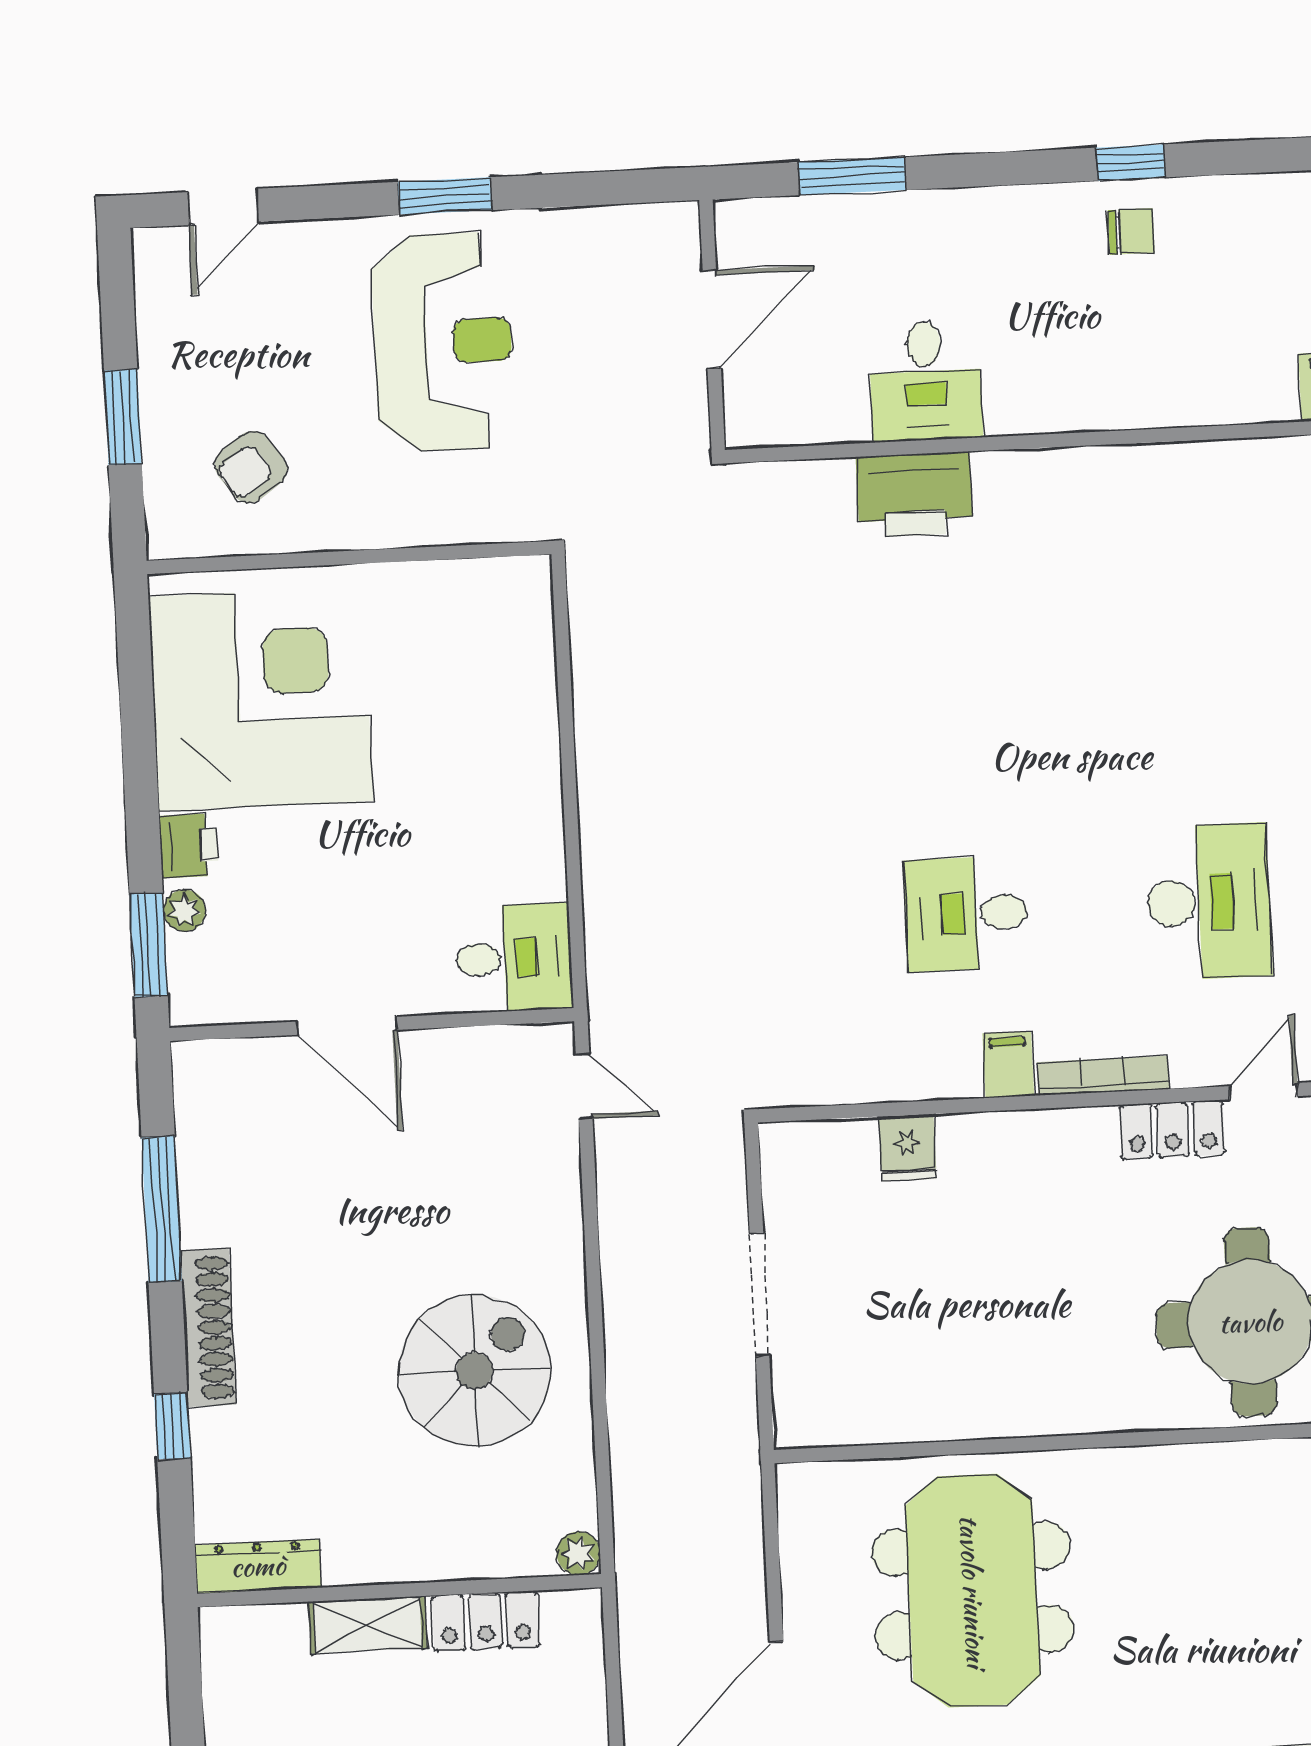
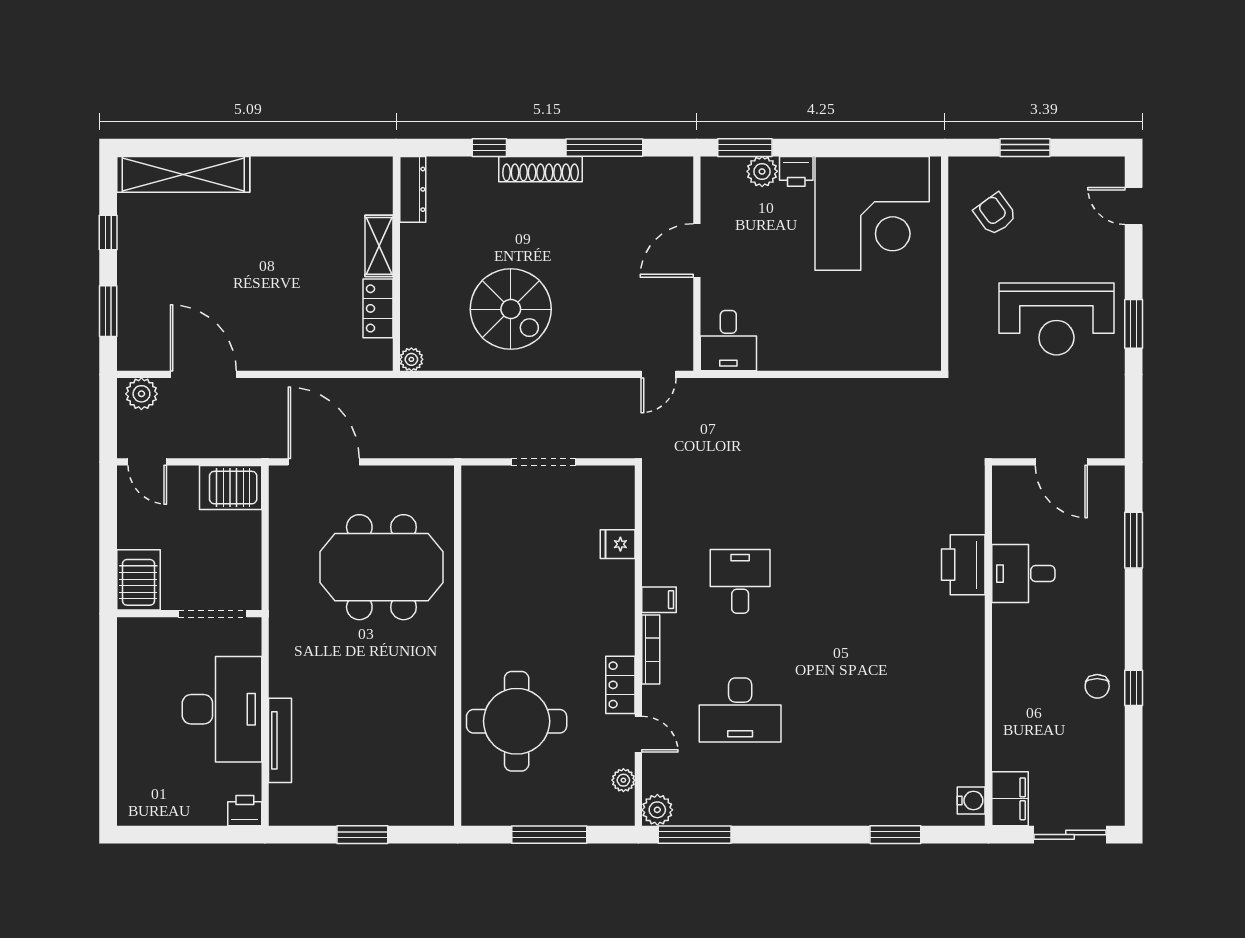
plant: (184, 910) -> (762, 171), width x1.38, depth x1.38

